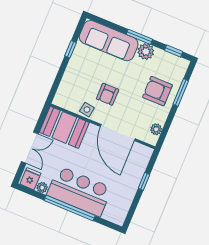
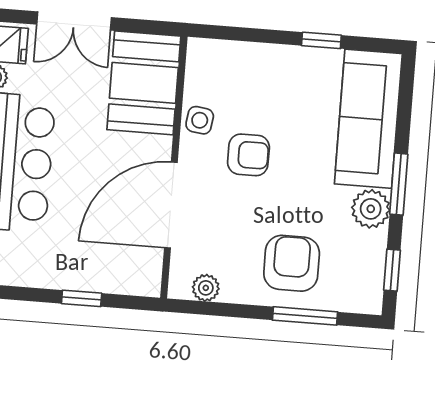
armchair: (108, 94) -> (248, 155), turned 180

